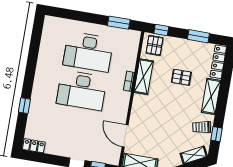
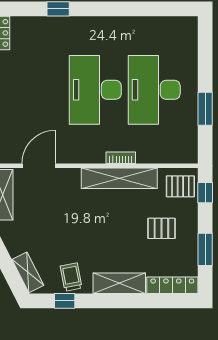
window: (119, 23) -> (205, 109), moved
shelving: (144, 77) -> (119, 178), width x1.47
pallet: (181, 77) -> (161, 228), moved, turned 90

